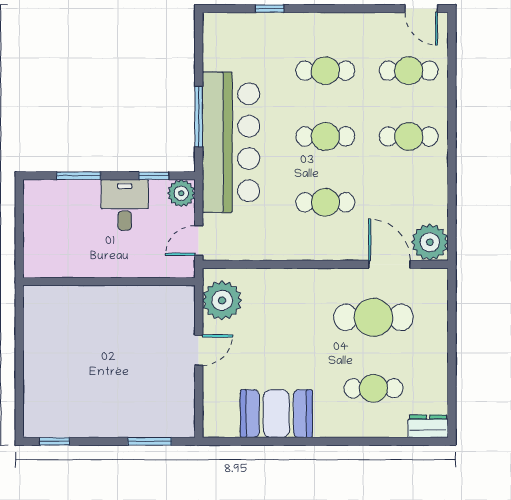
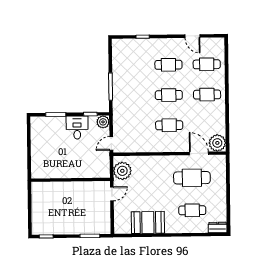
door: (421, 9) -> (192, 36), moved
bar counter: (231, 142) -> (126, 98), removed
wall: (109, 282) -> (71, 180), moved

